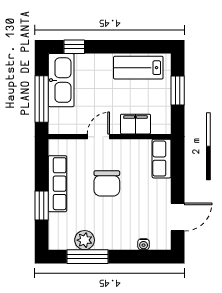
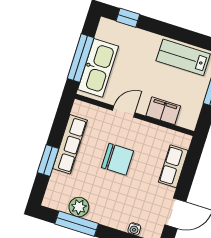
kitchen sink: (61, 80) -> (98, 68), moved
row of seats: (162, 159) -> (173, 166), moved
chair: (107, 183) -> (118, 159), turned -90

